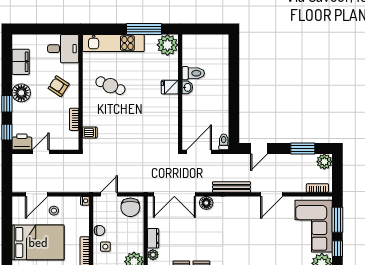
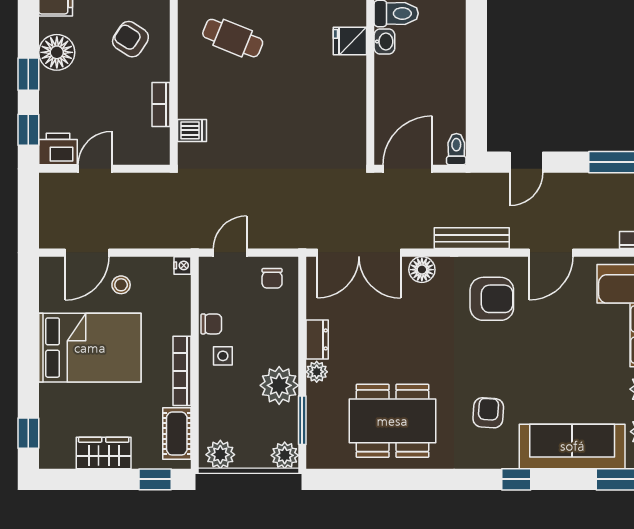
chair: (130, 207) -> (272, 278), width x0.54, depth x0.54
armchair: (242, 218) -> (492, 299), added

